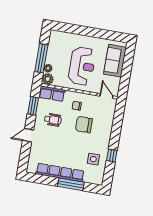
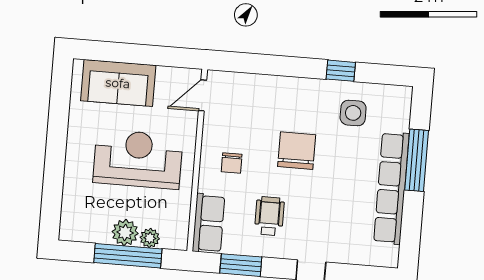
plant: (48, 79) -> (125, 232), moved
chair: (84, 125) -> (297, 151), moved, turned 180

